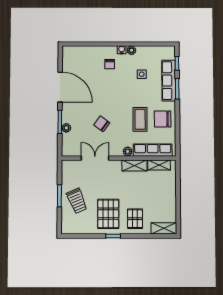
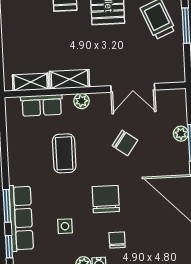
chair: (163, 119) -> (106, 199), moved, turned -90
row of seats: (153, 150) -> (42, 105), width x0.68

